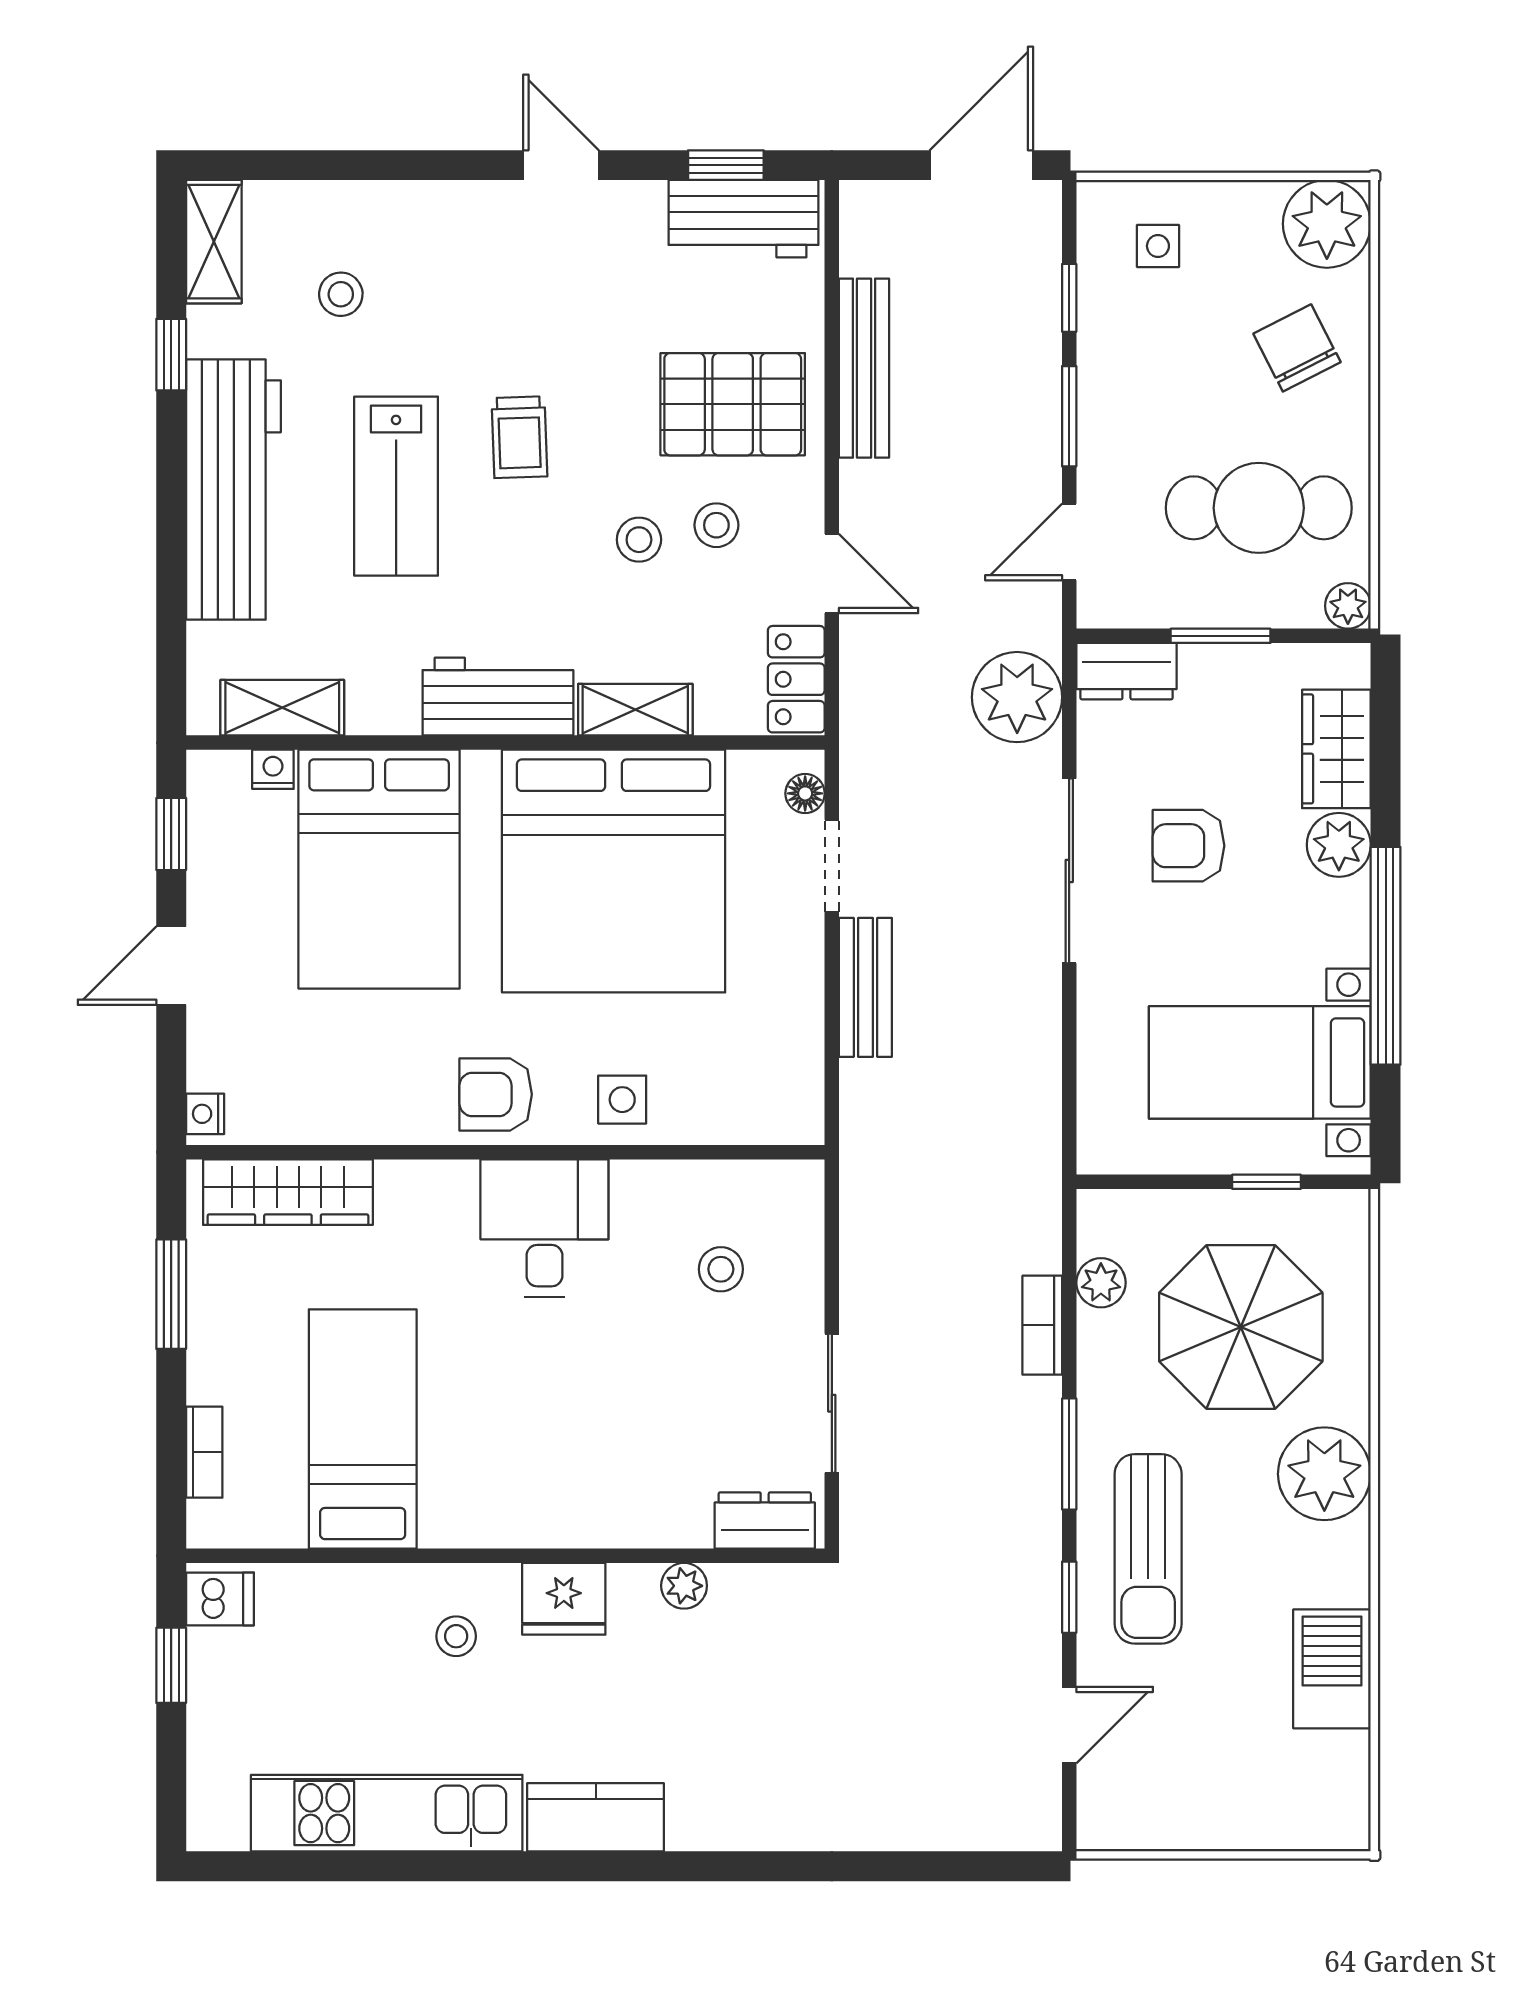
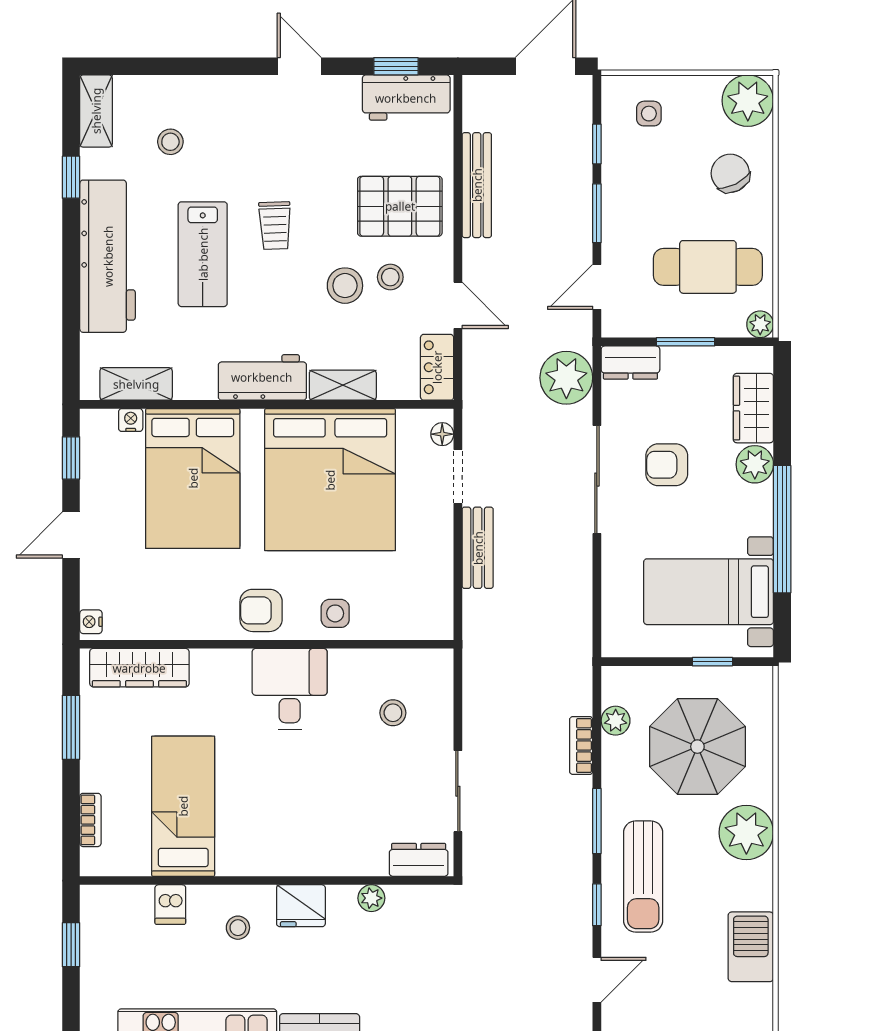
stool: (639, 540) -> (345, 286), width x1.37, depth x1.37
dishwasher: (220, 1599) -> (170, 905), moved, turned 90

